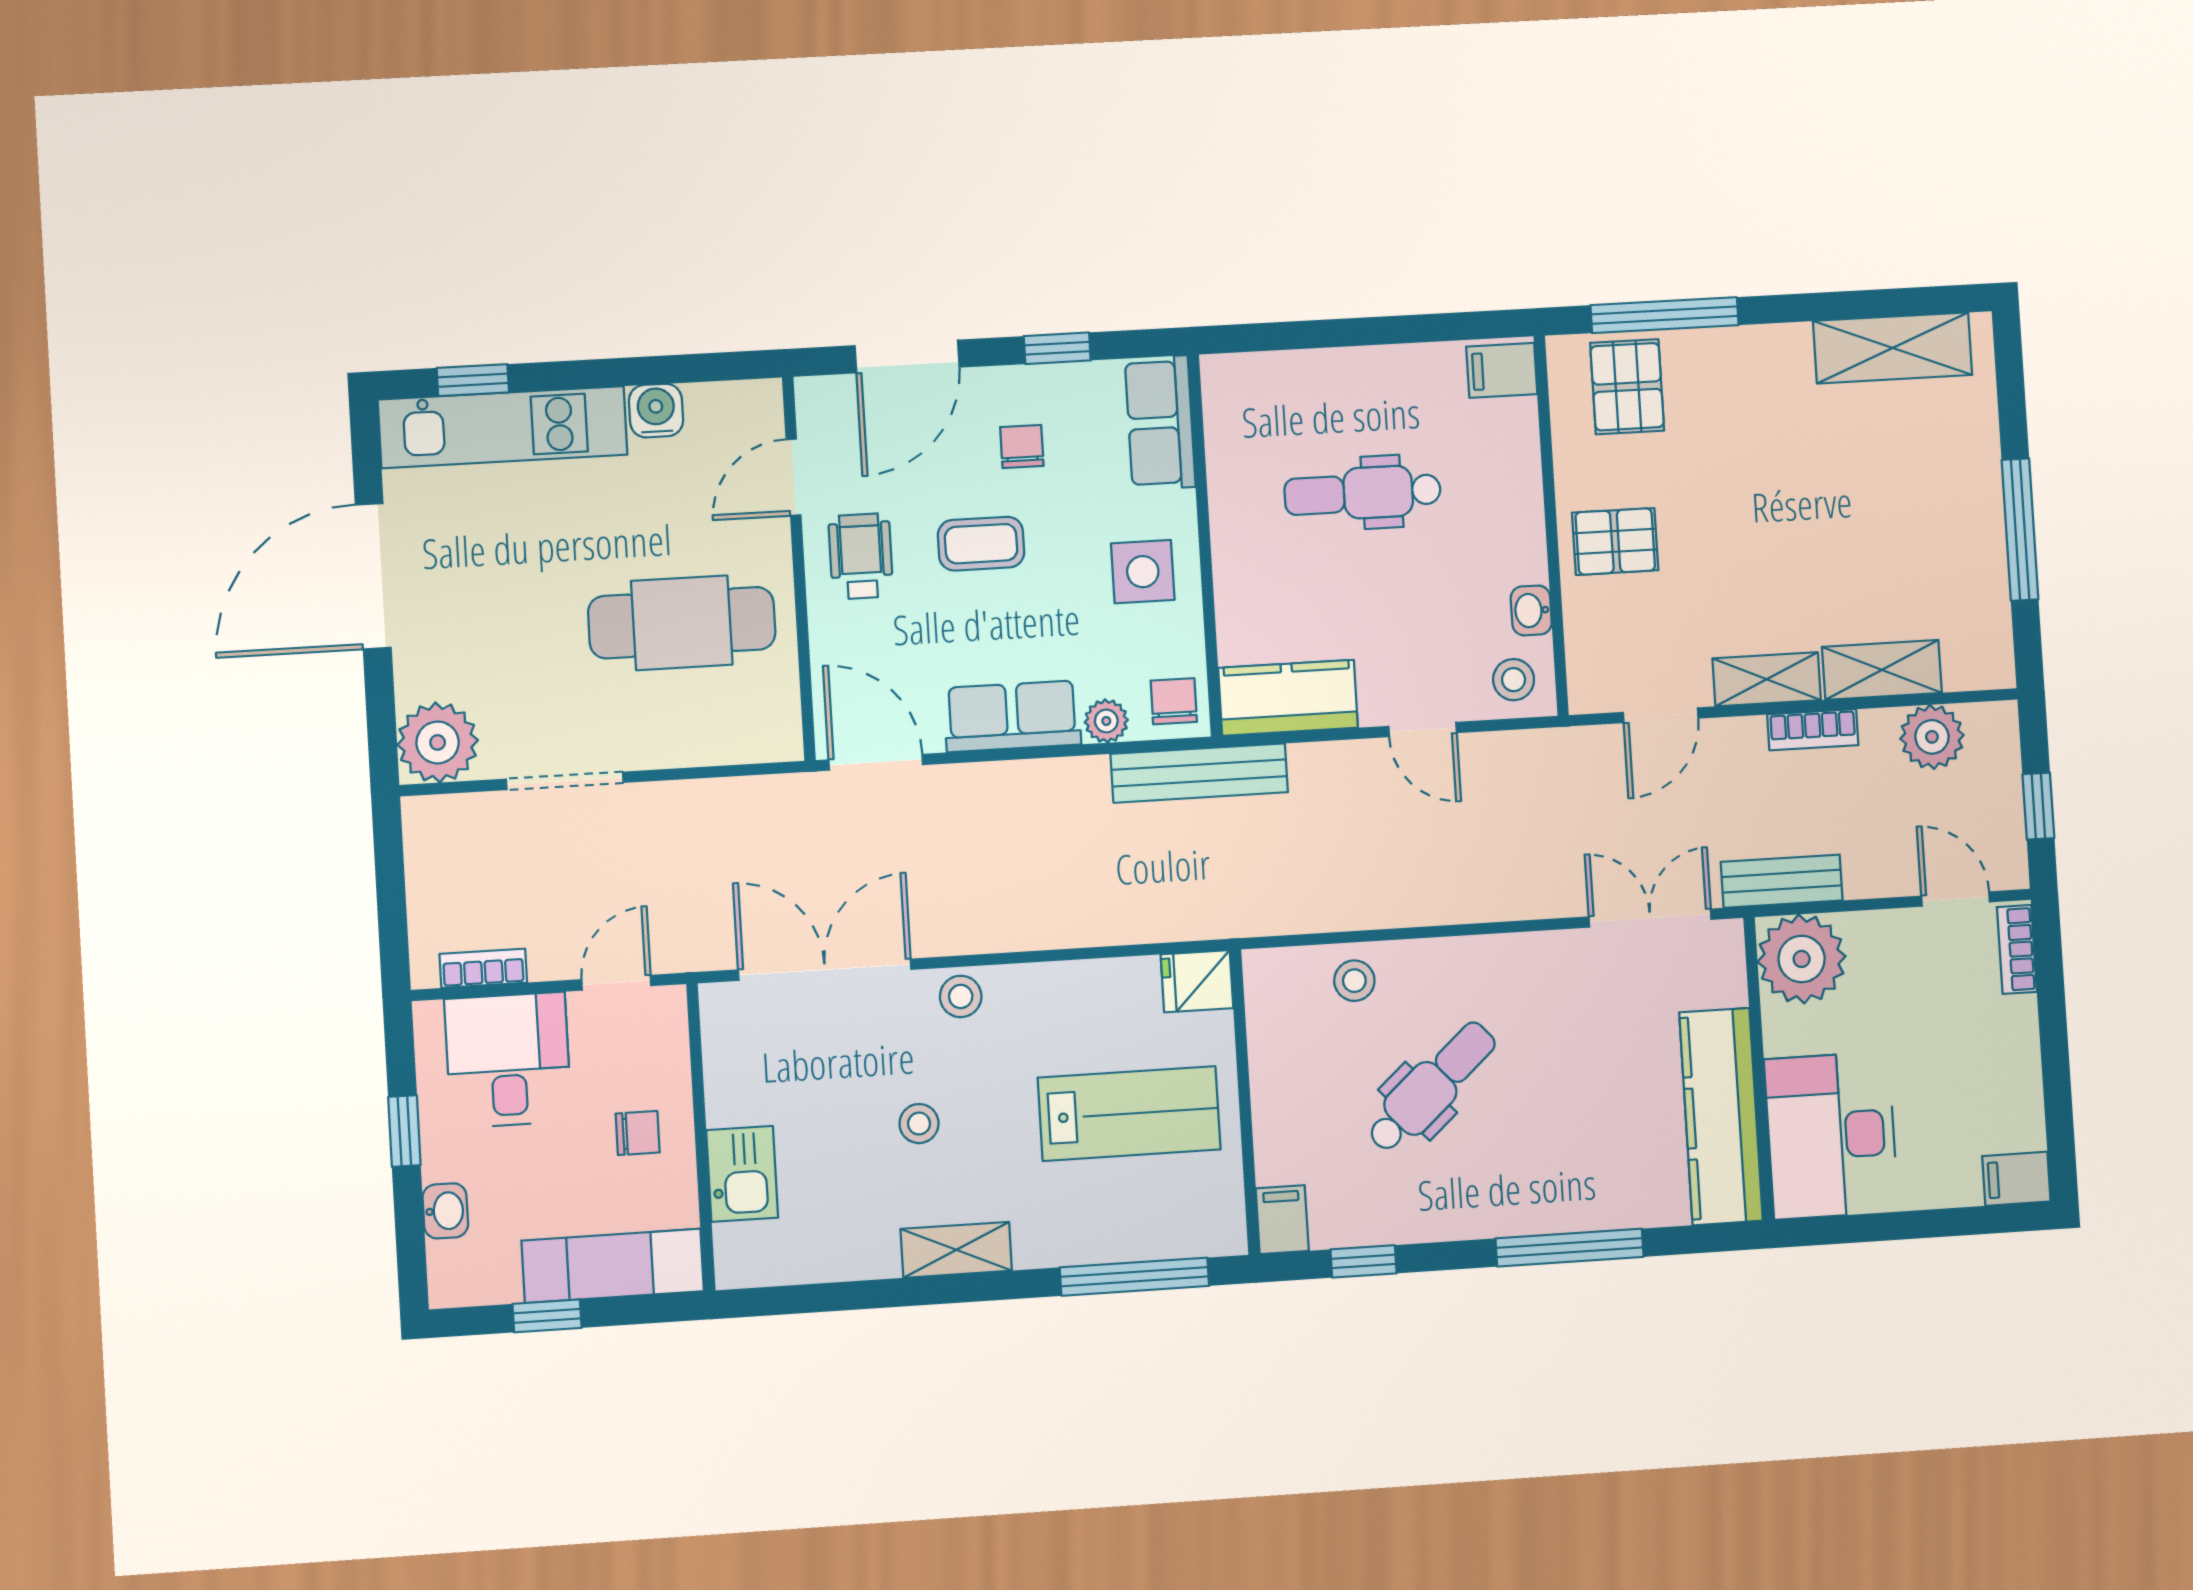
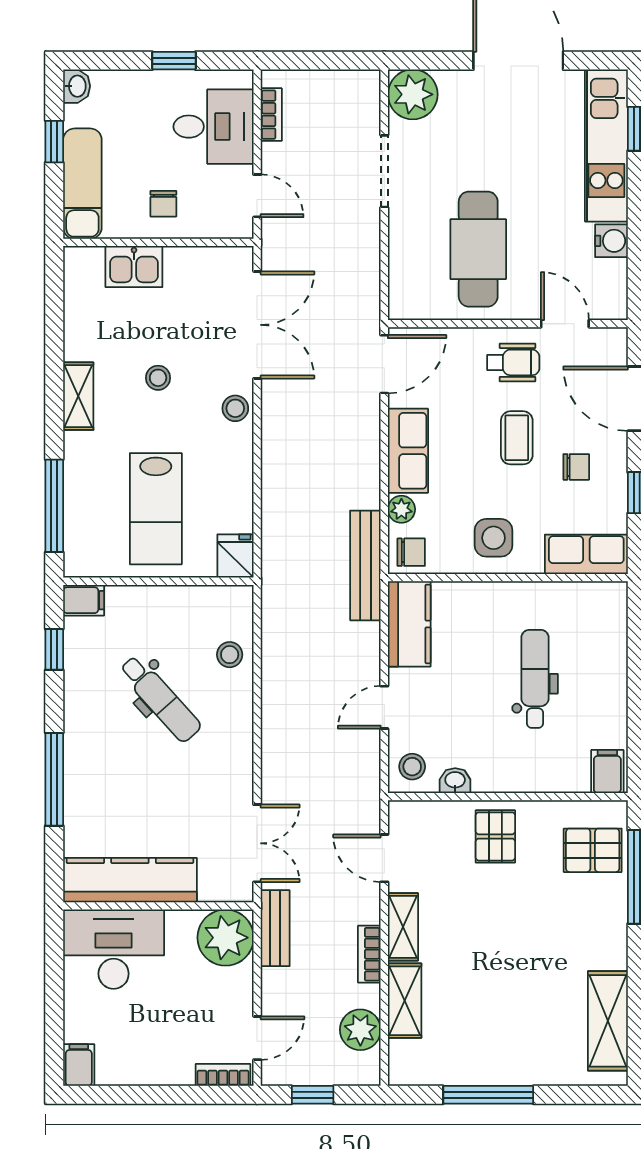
washbasin: (445, 1211) -> (77, 86), moved, turned -90

